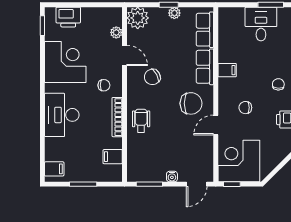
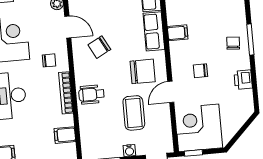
wheelchair: (141, 121) -> (91, 94), turned -90
coffee table: (179, 142) -> (134, 113), added

